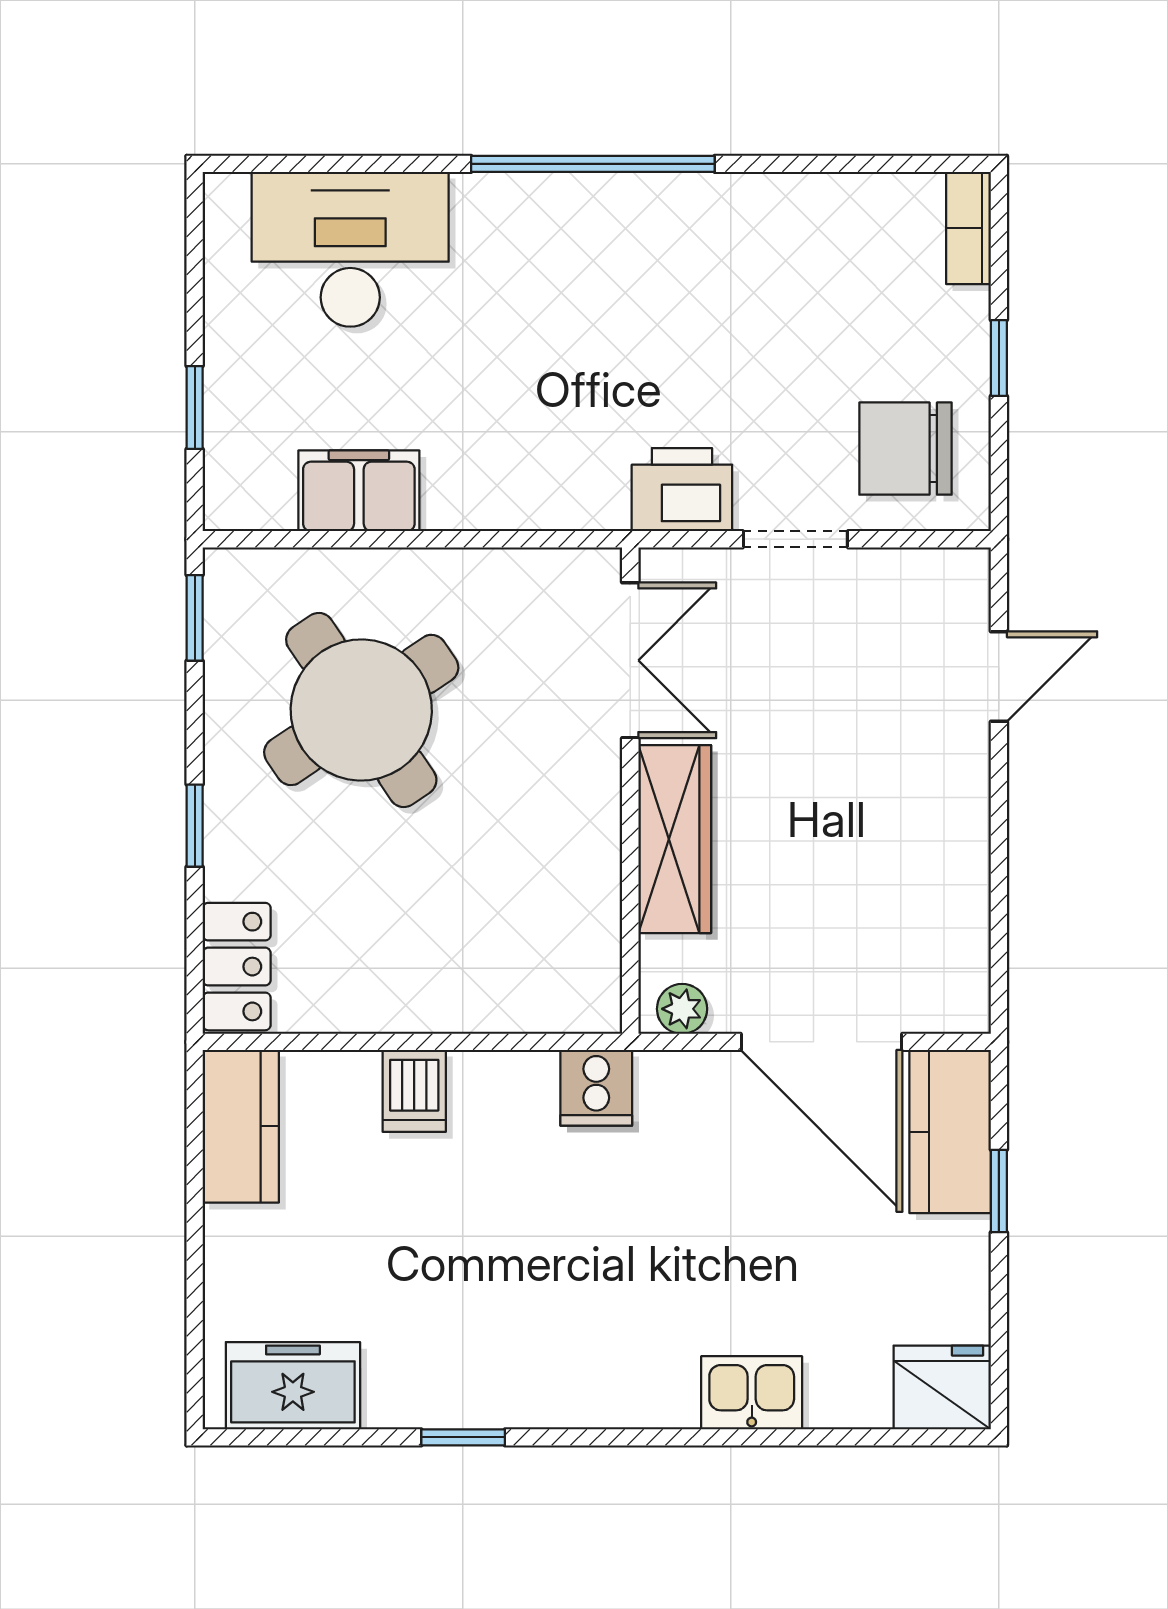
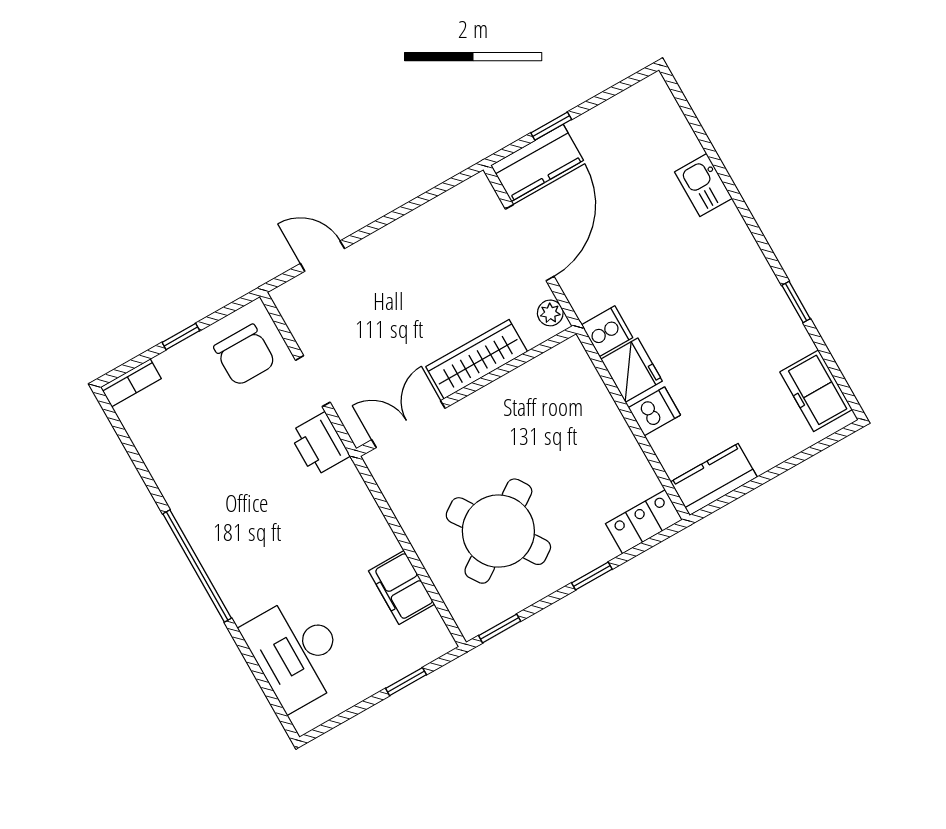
fridge: (942, 1387) -> (632, 370), moved, turned 180

